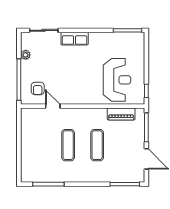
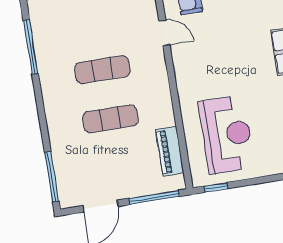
reception desk: (117, 80) -> (227, 135), turned -90
door: (53, 106) -> (164, 33), hinge flipped

